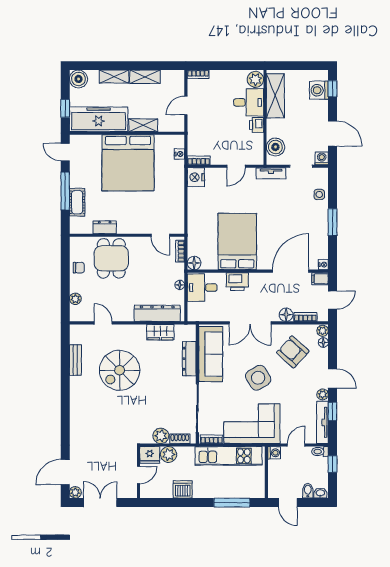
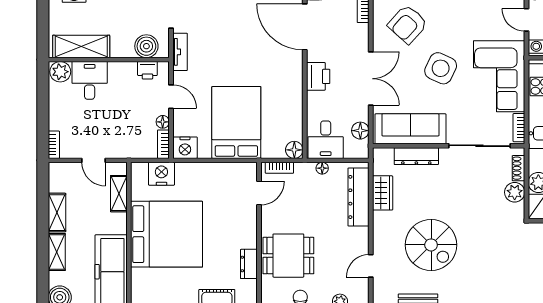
shelving: (143, 125) -> (119, 194), moved
printer: (257, 125) -> (147, 70), moved
nightstand: (179, 154) -> (161, 174), width x1.89, depth x1.79
floor lamp: (216, 160) -> (163, 122), added
bed: (237, 241) -> (236, 122), moved, turned 90
printer: (237, 282) -> (318, 76), moved
floor lamp: (286, 315) -> (360, 131), moved
side table: (258, 378) -> (441, 68), turned -34

